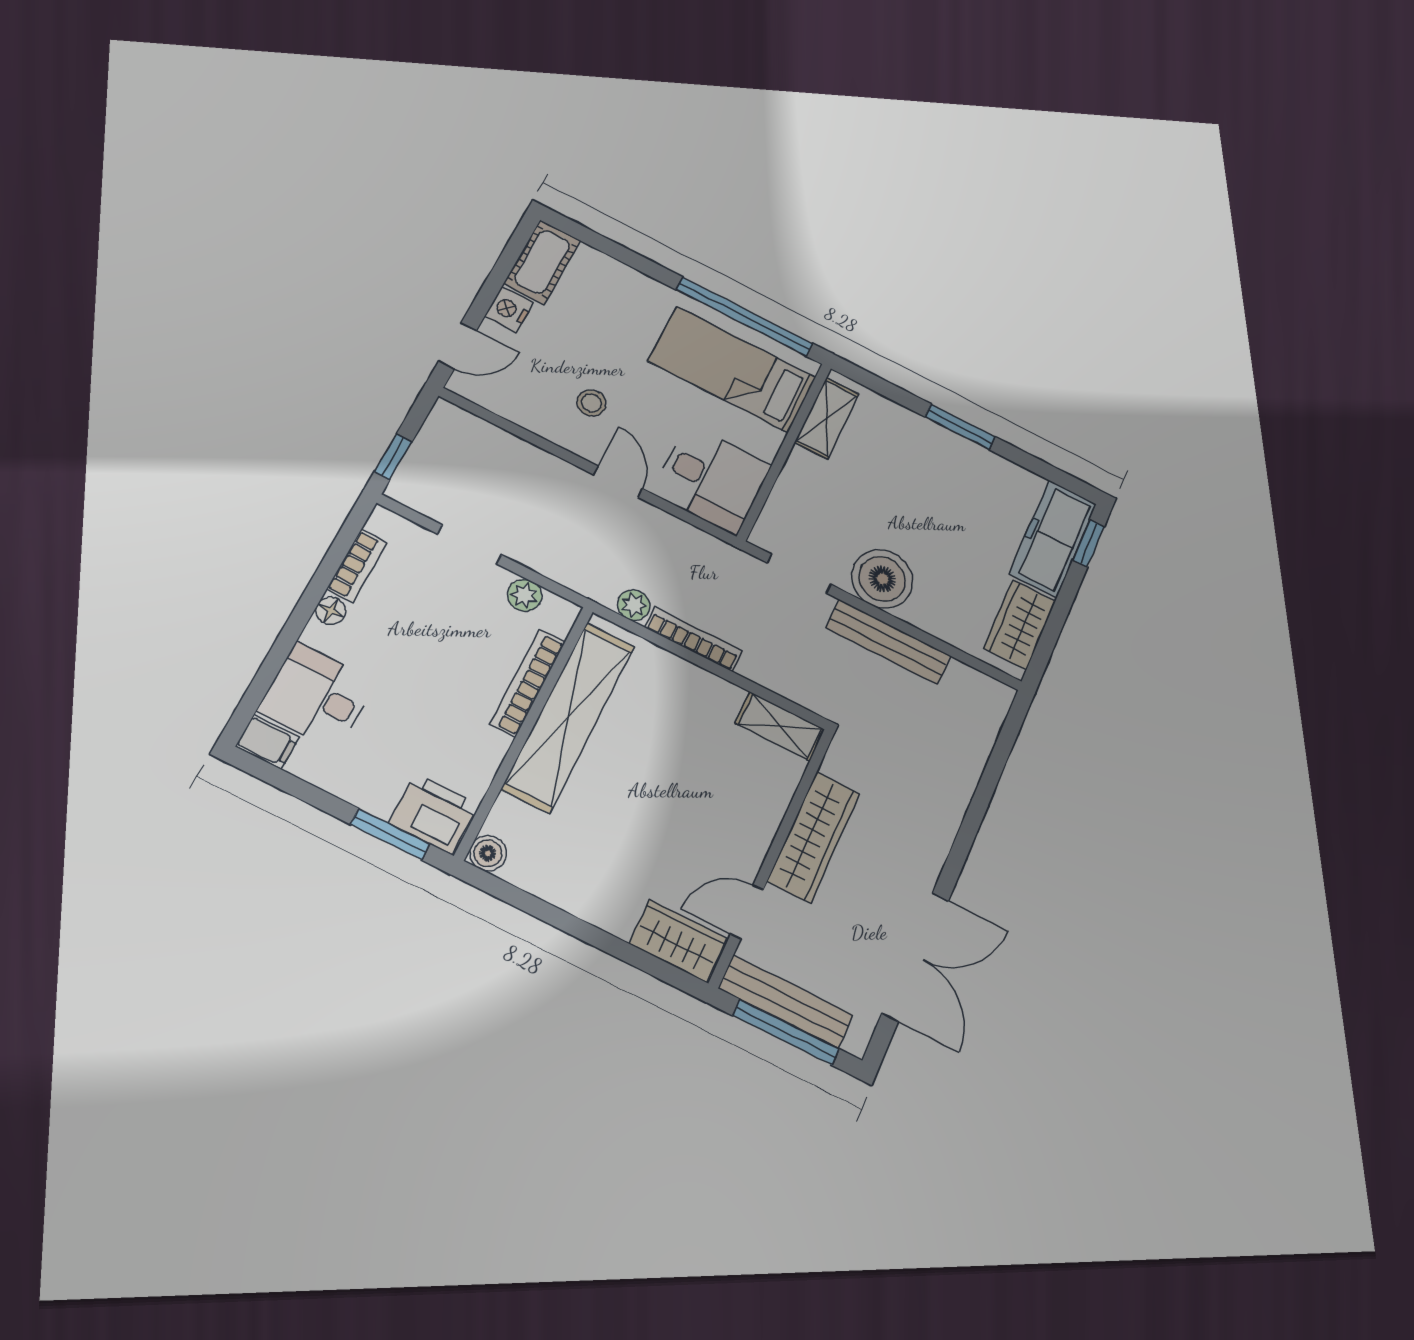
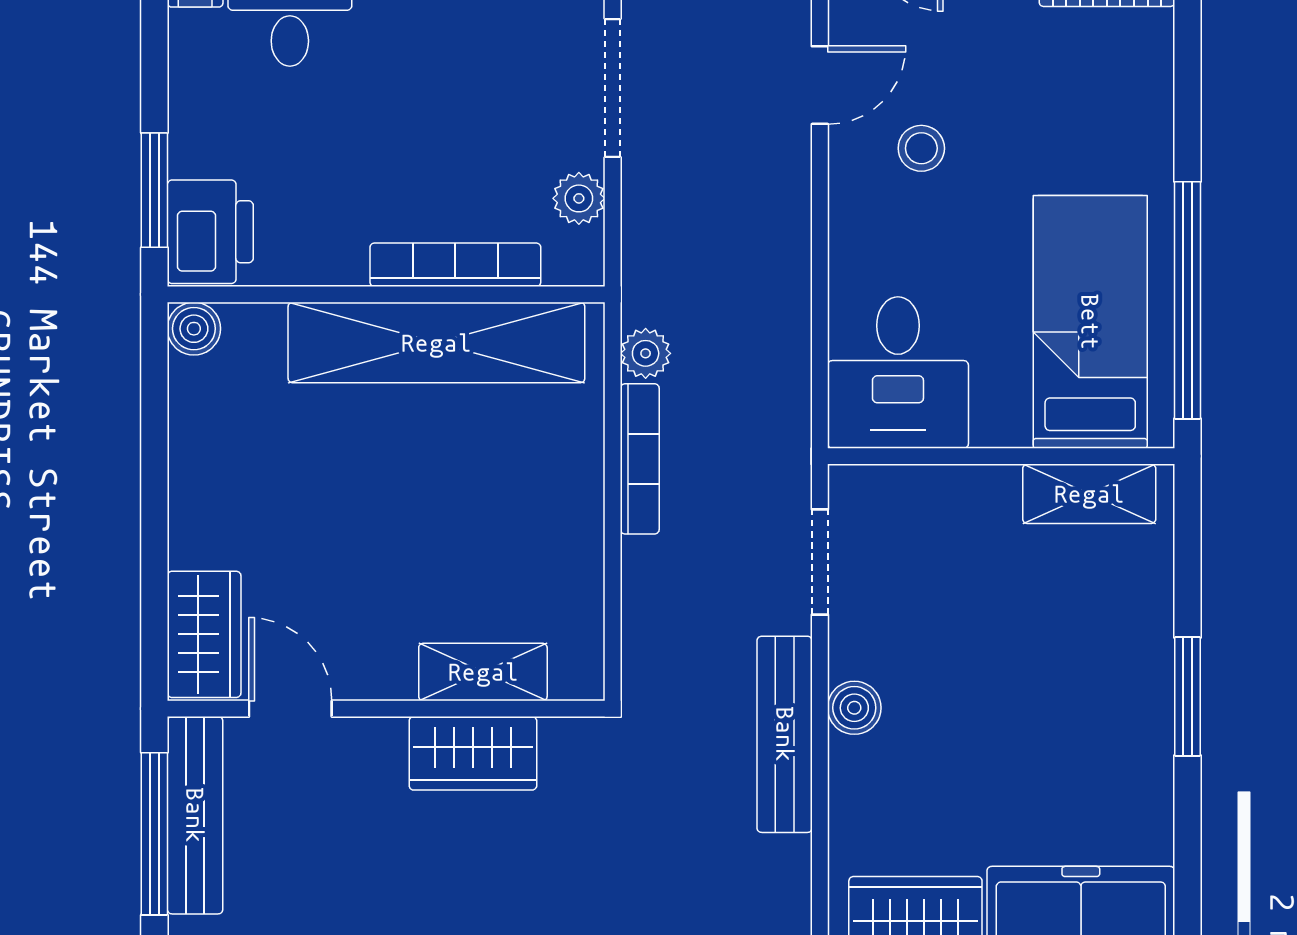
door: (618, 482) -> (820, 85), moved
doorway: (470, 544) -> (613, 88), width x1.38
boiler: (882, 579) -> (854, 708), width x0.54, depth x0.54
shelving: (780, 726) -> (483, 672), moved, turned 90
wardrobe: (814, 837) -> (473, 753), width x0.67

